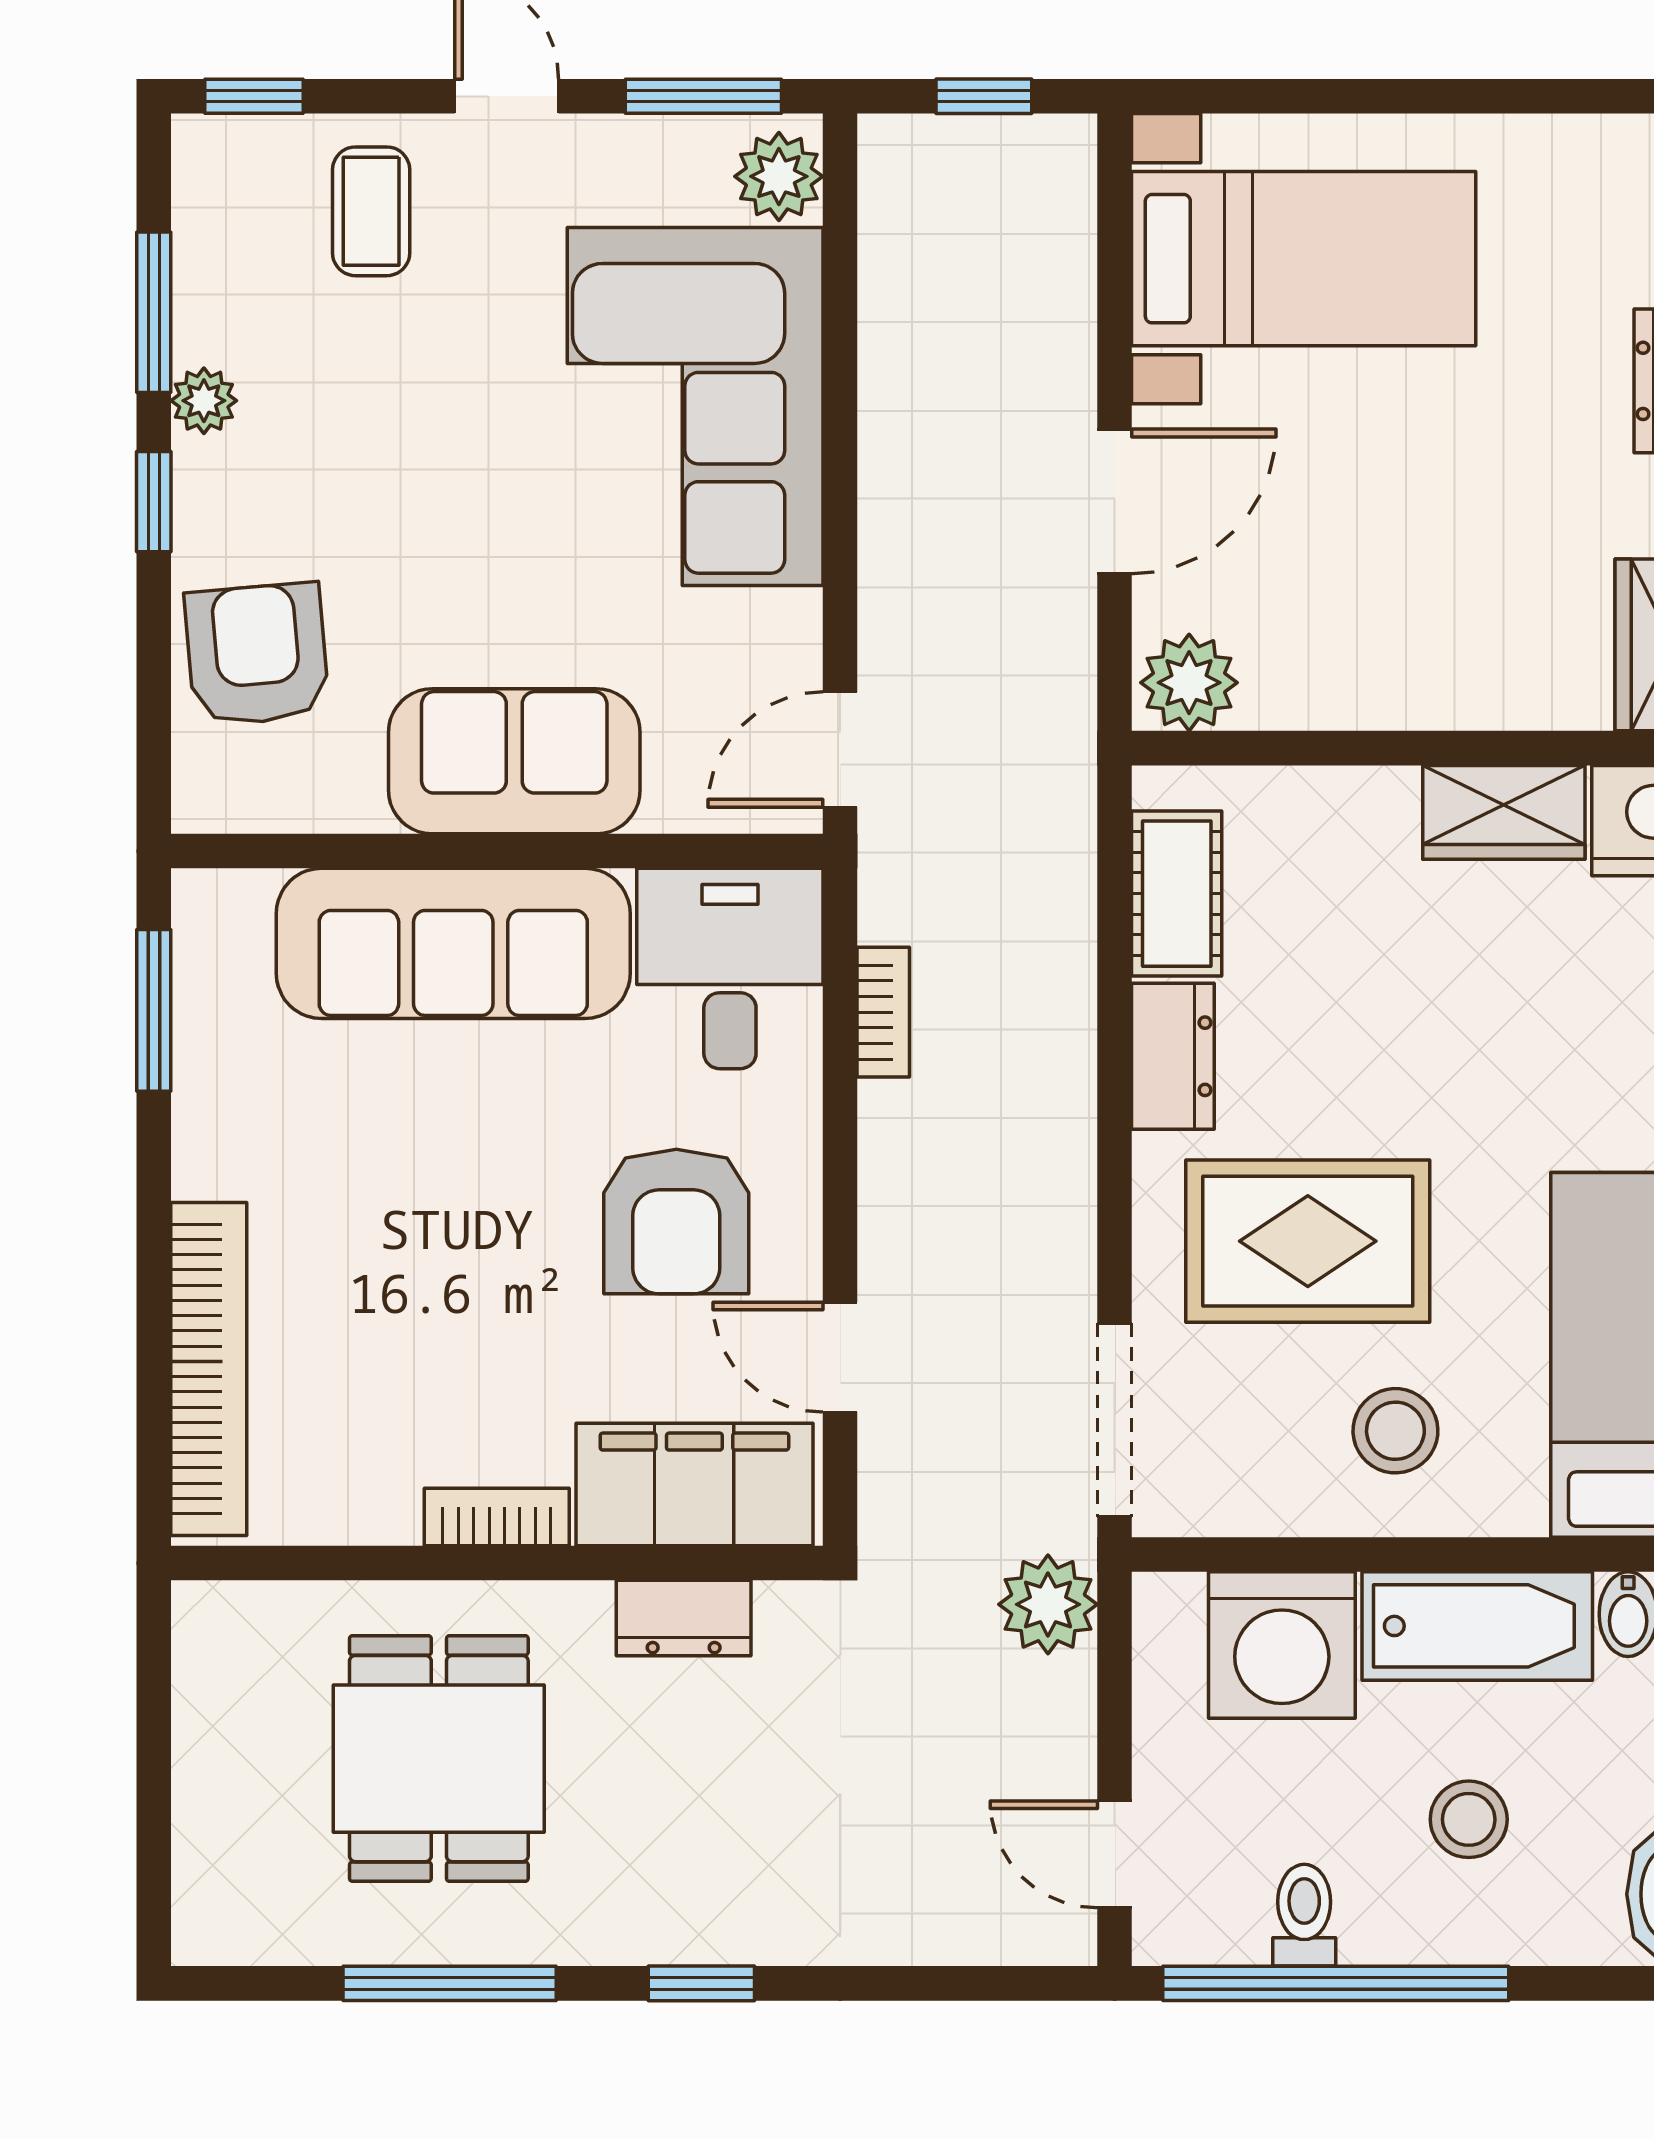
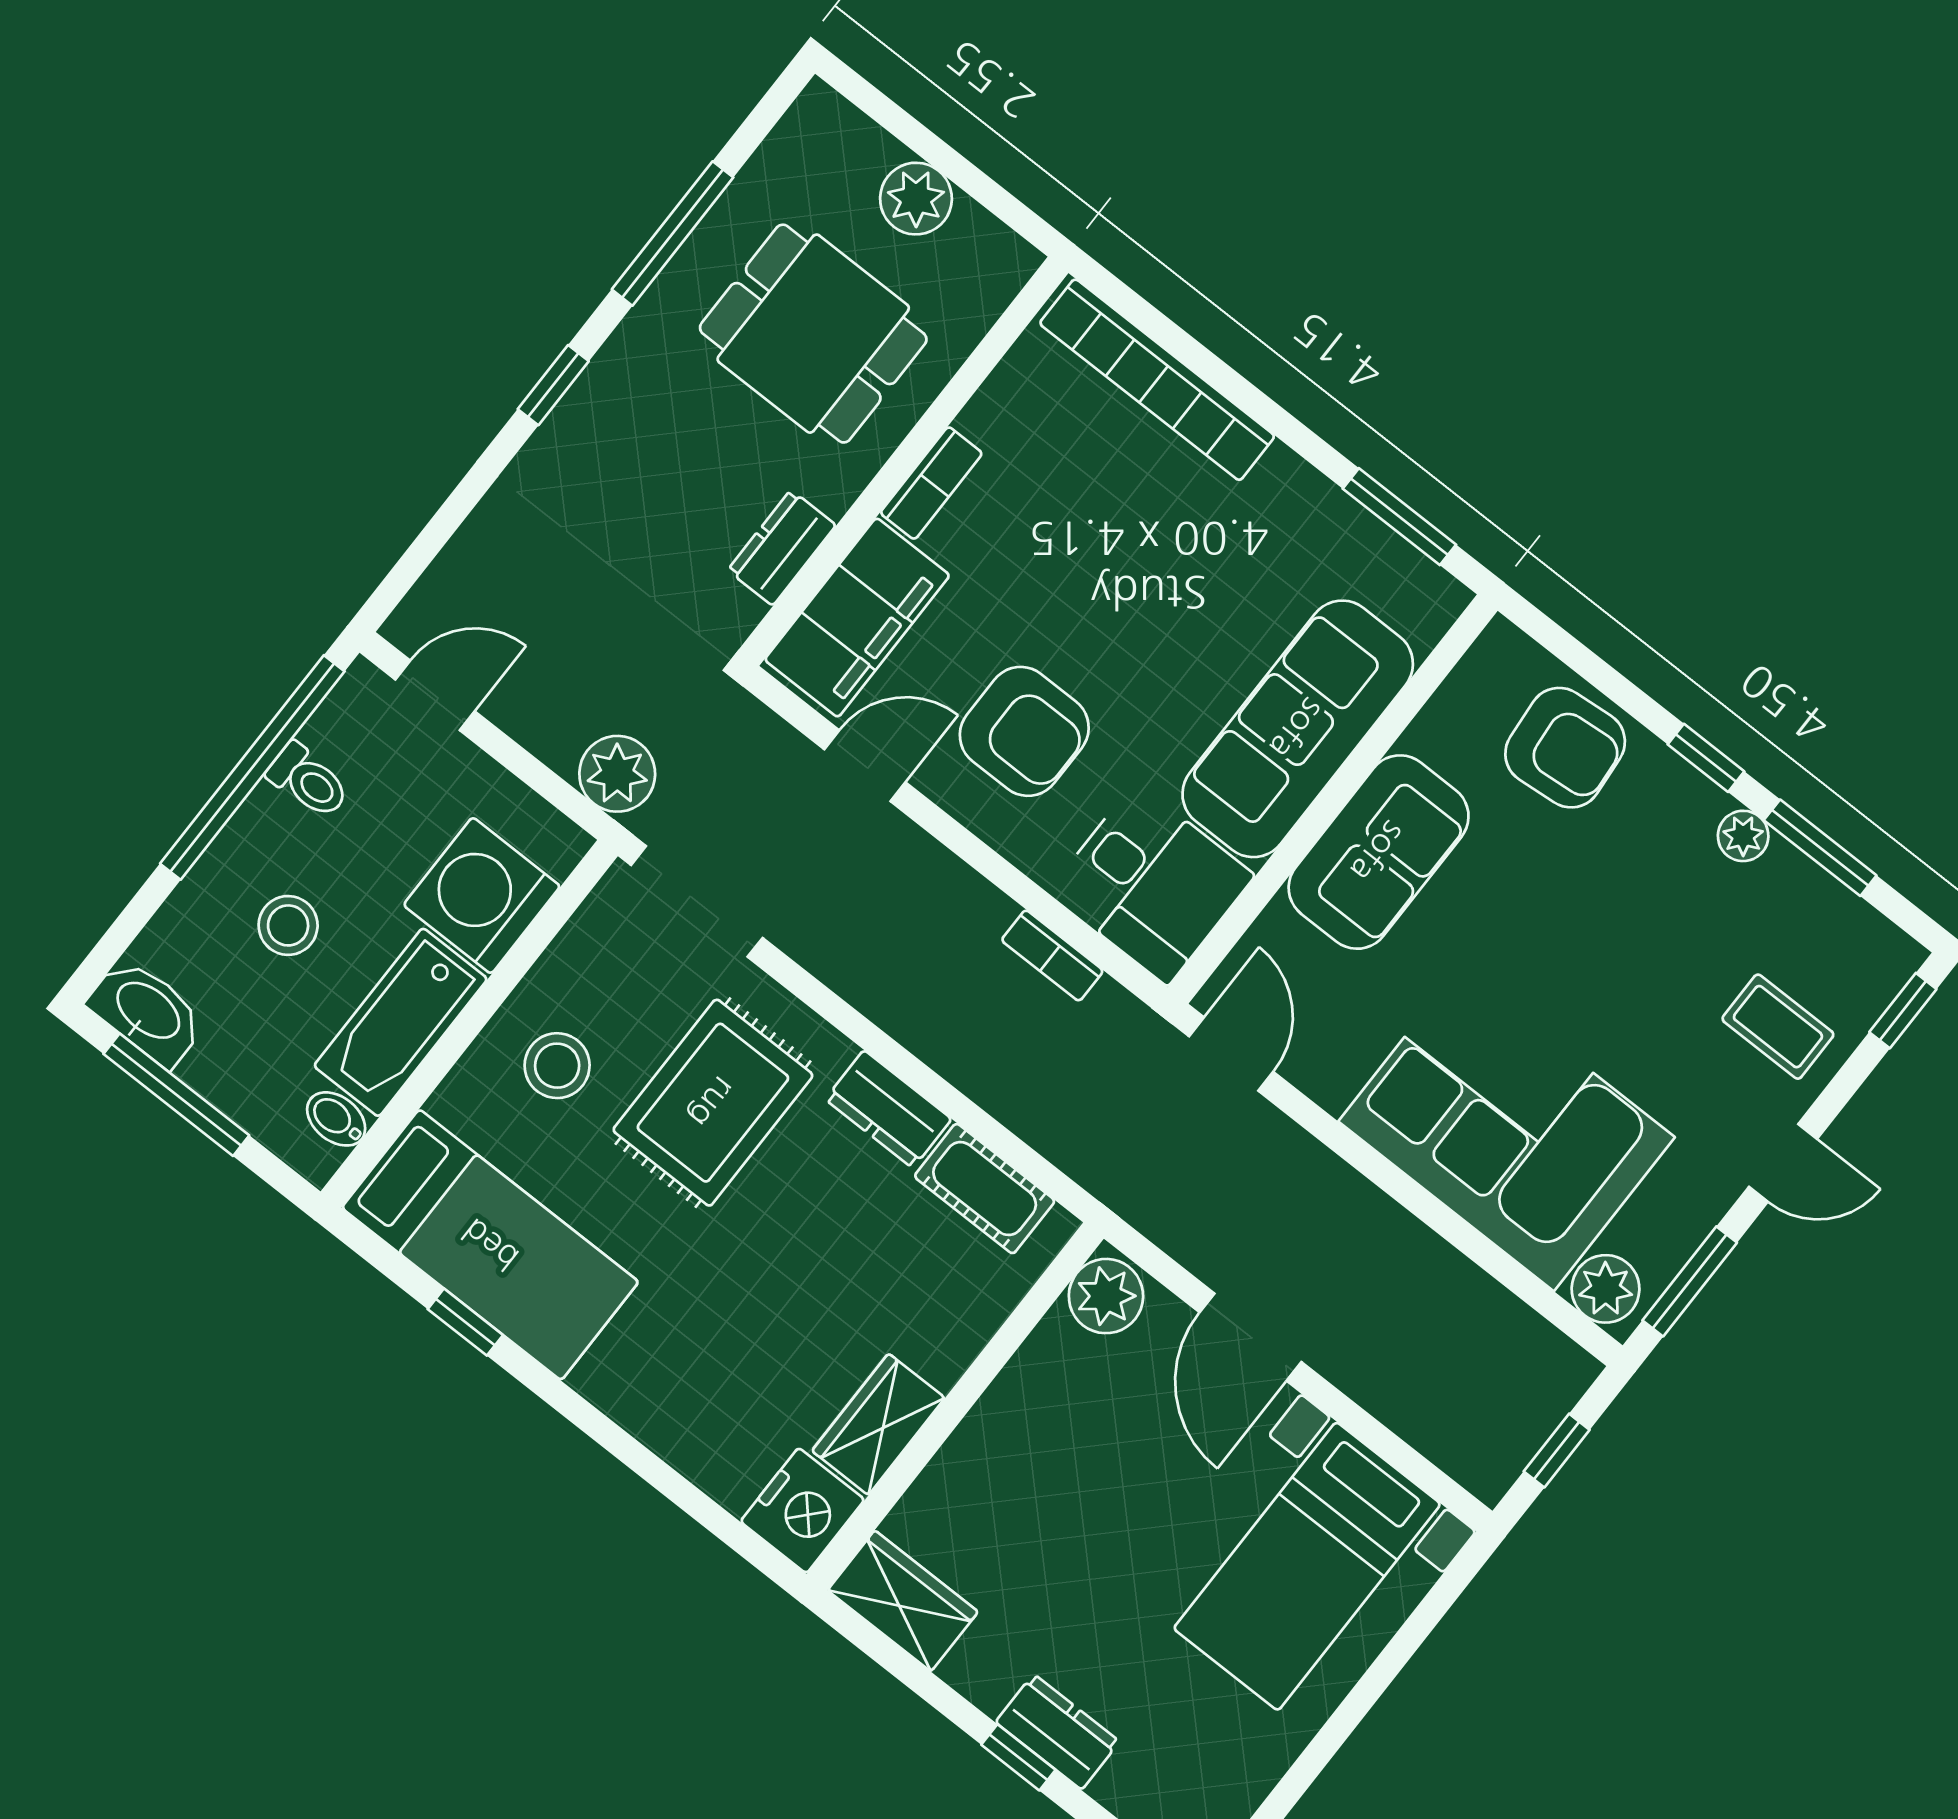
armchair: (676, 1222) -> (1024, 731), turned 180
plant: (218, 1762) -> (916, 199), added

